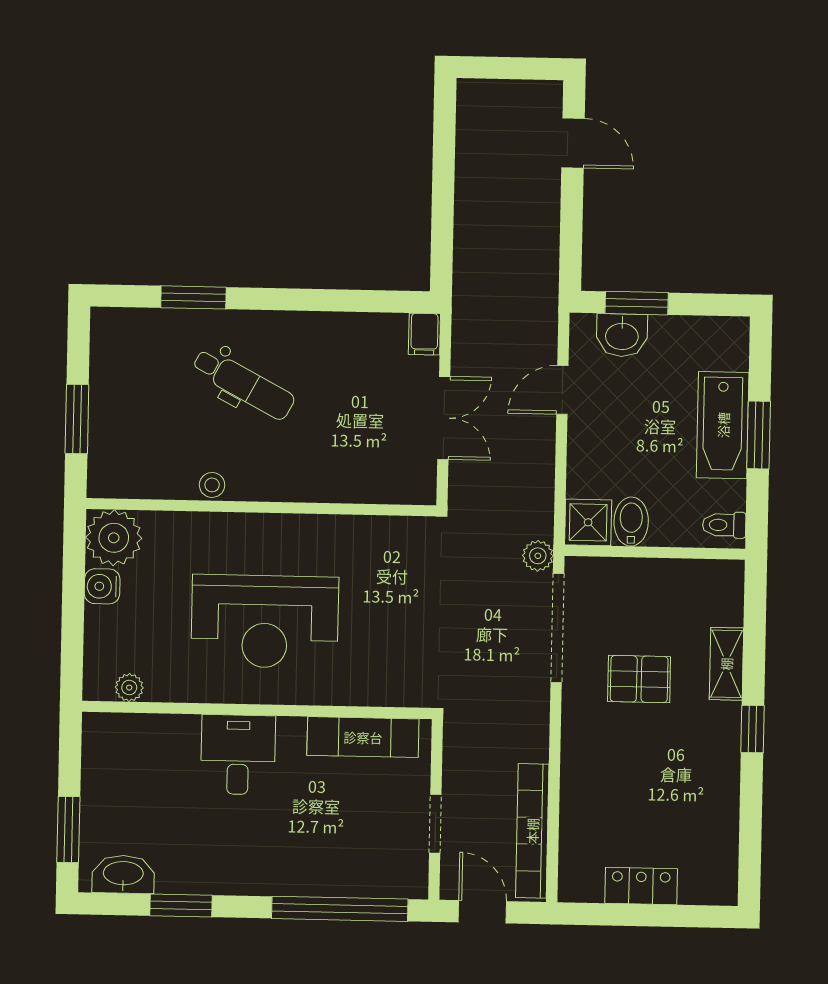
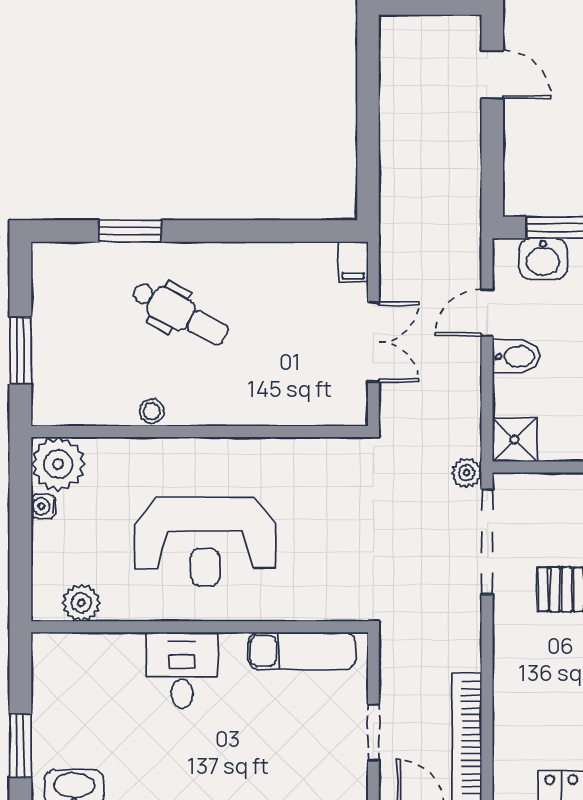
bidet: (631, 522) -> (516, 356), moved, turned 90
water cooler: (102, 586) -> (43, 506), width x0.72, depth x0.72
plant: (129, 688) -> (81, 603), width x1.38, depth x1.38

